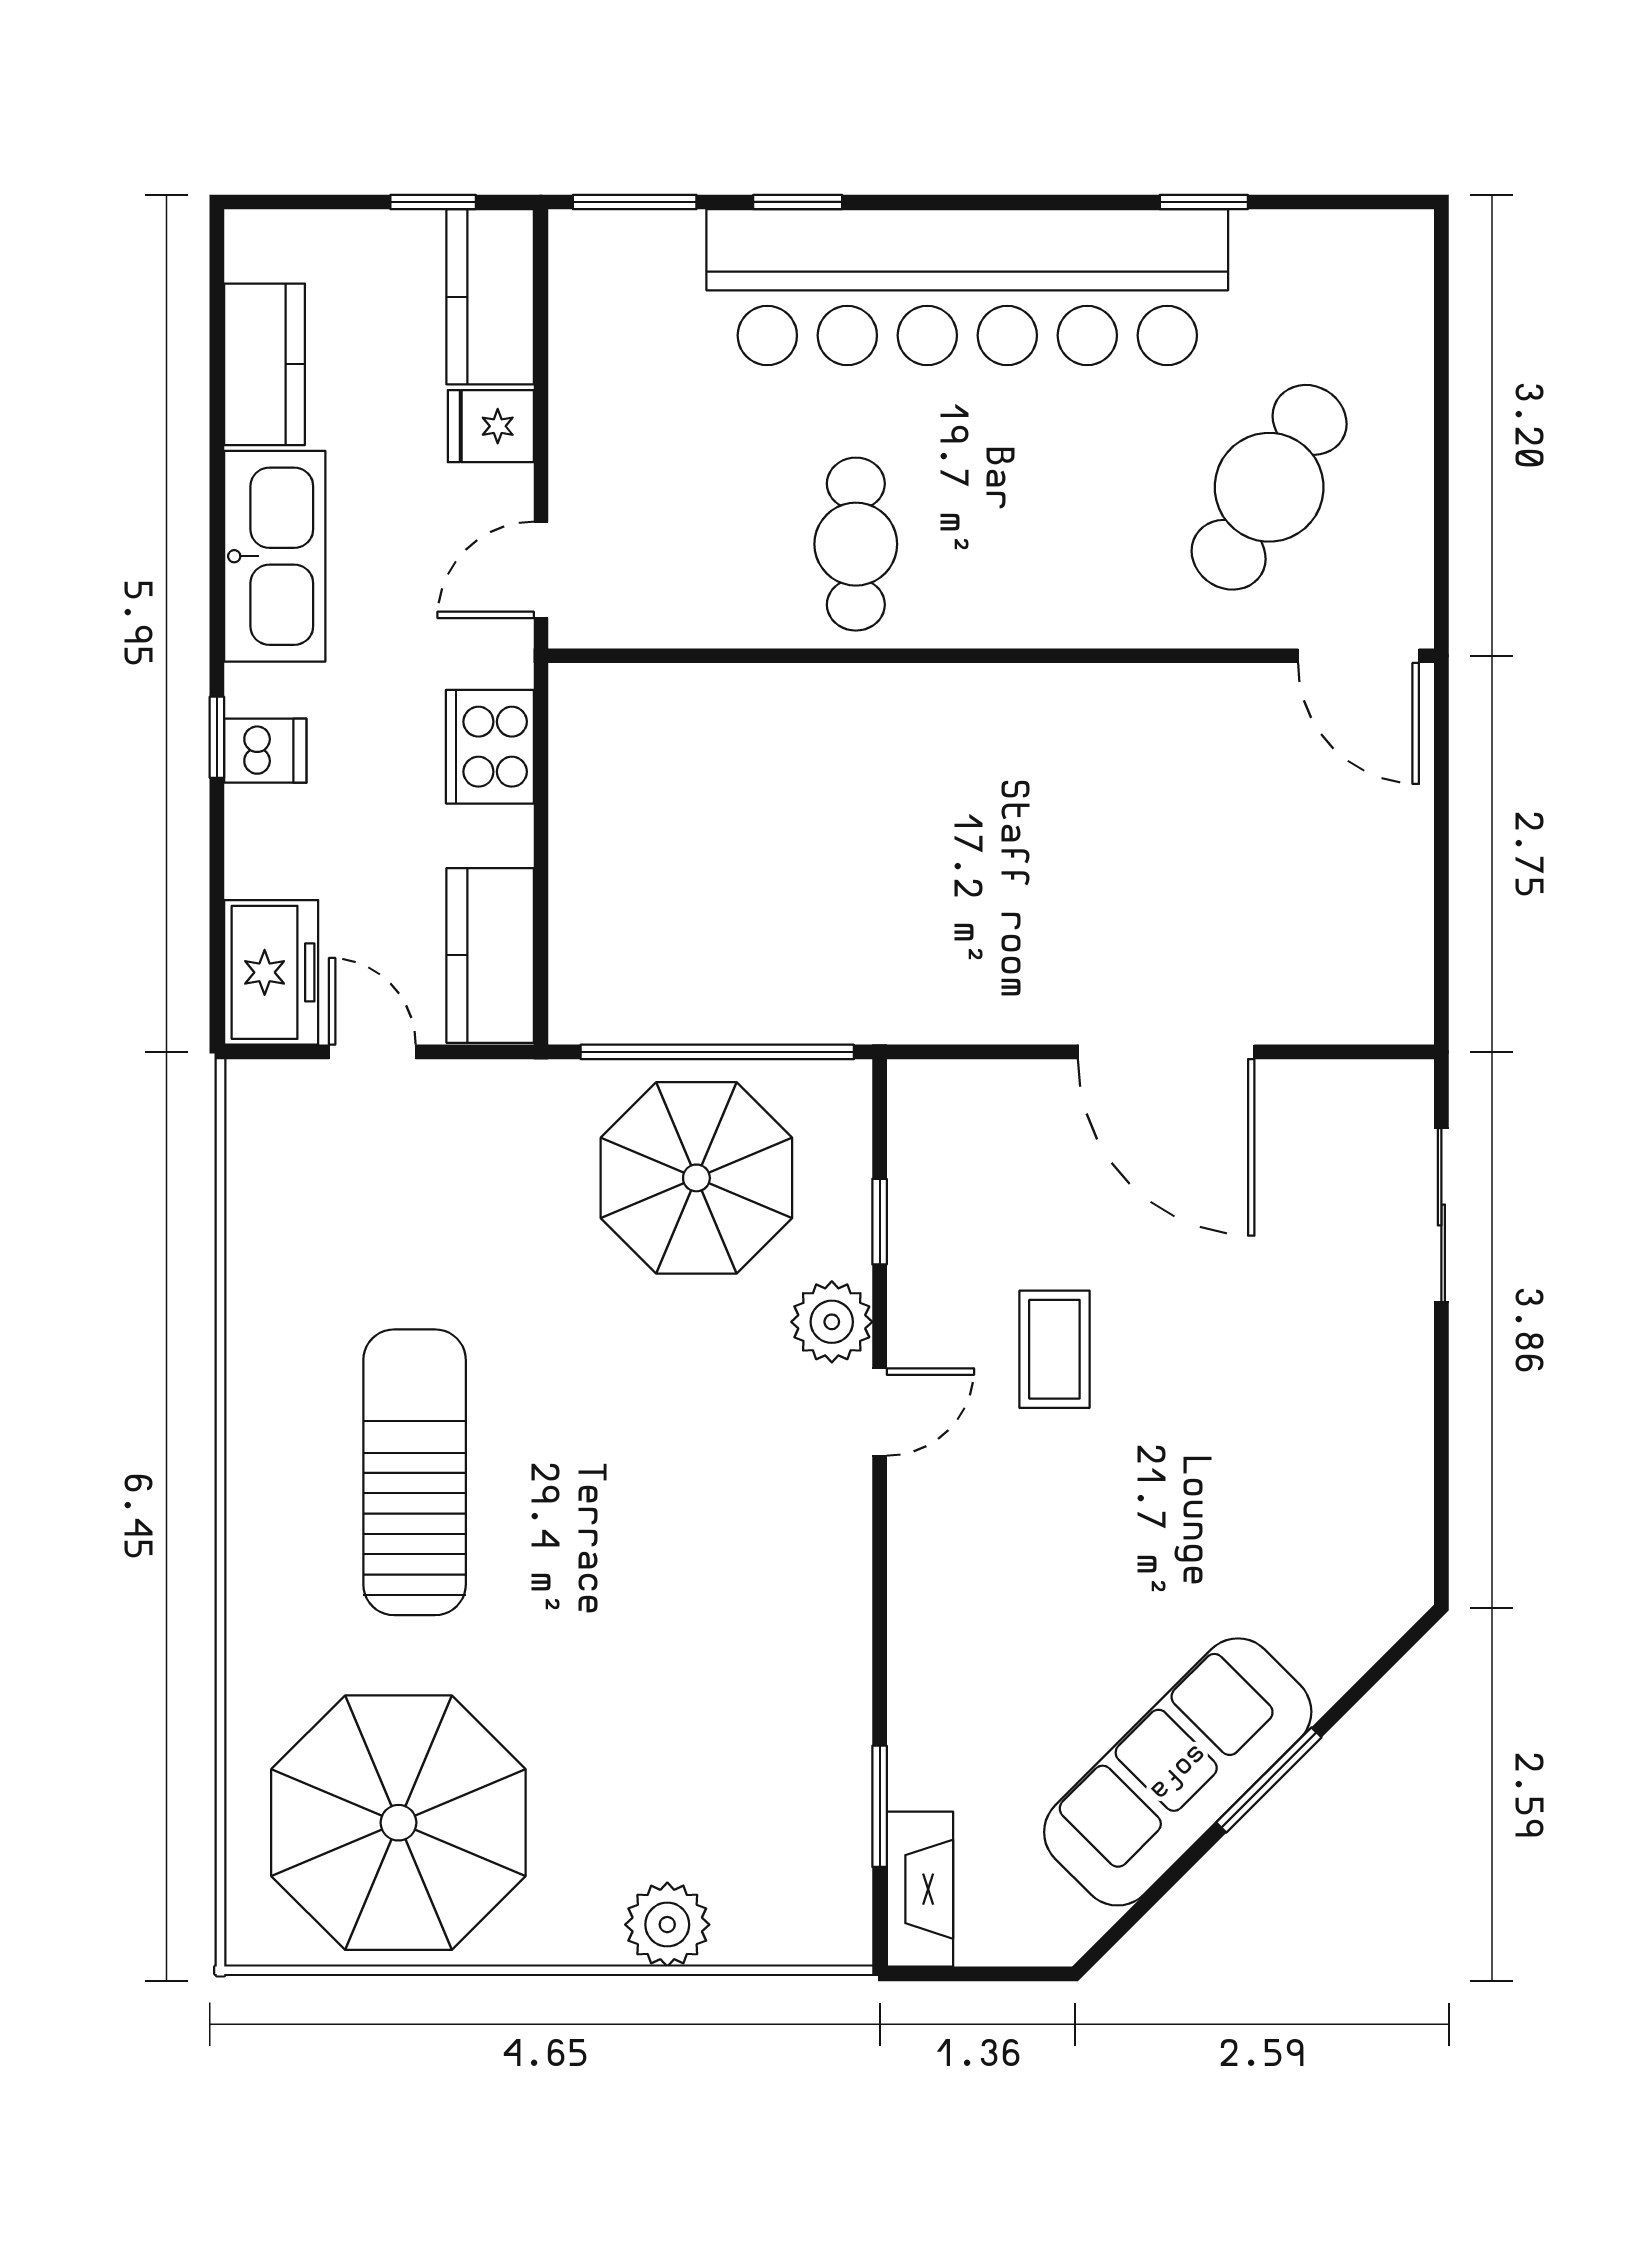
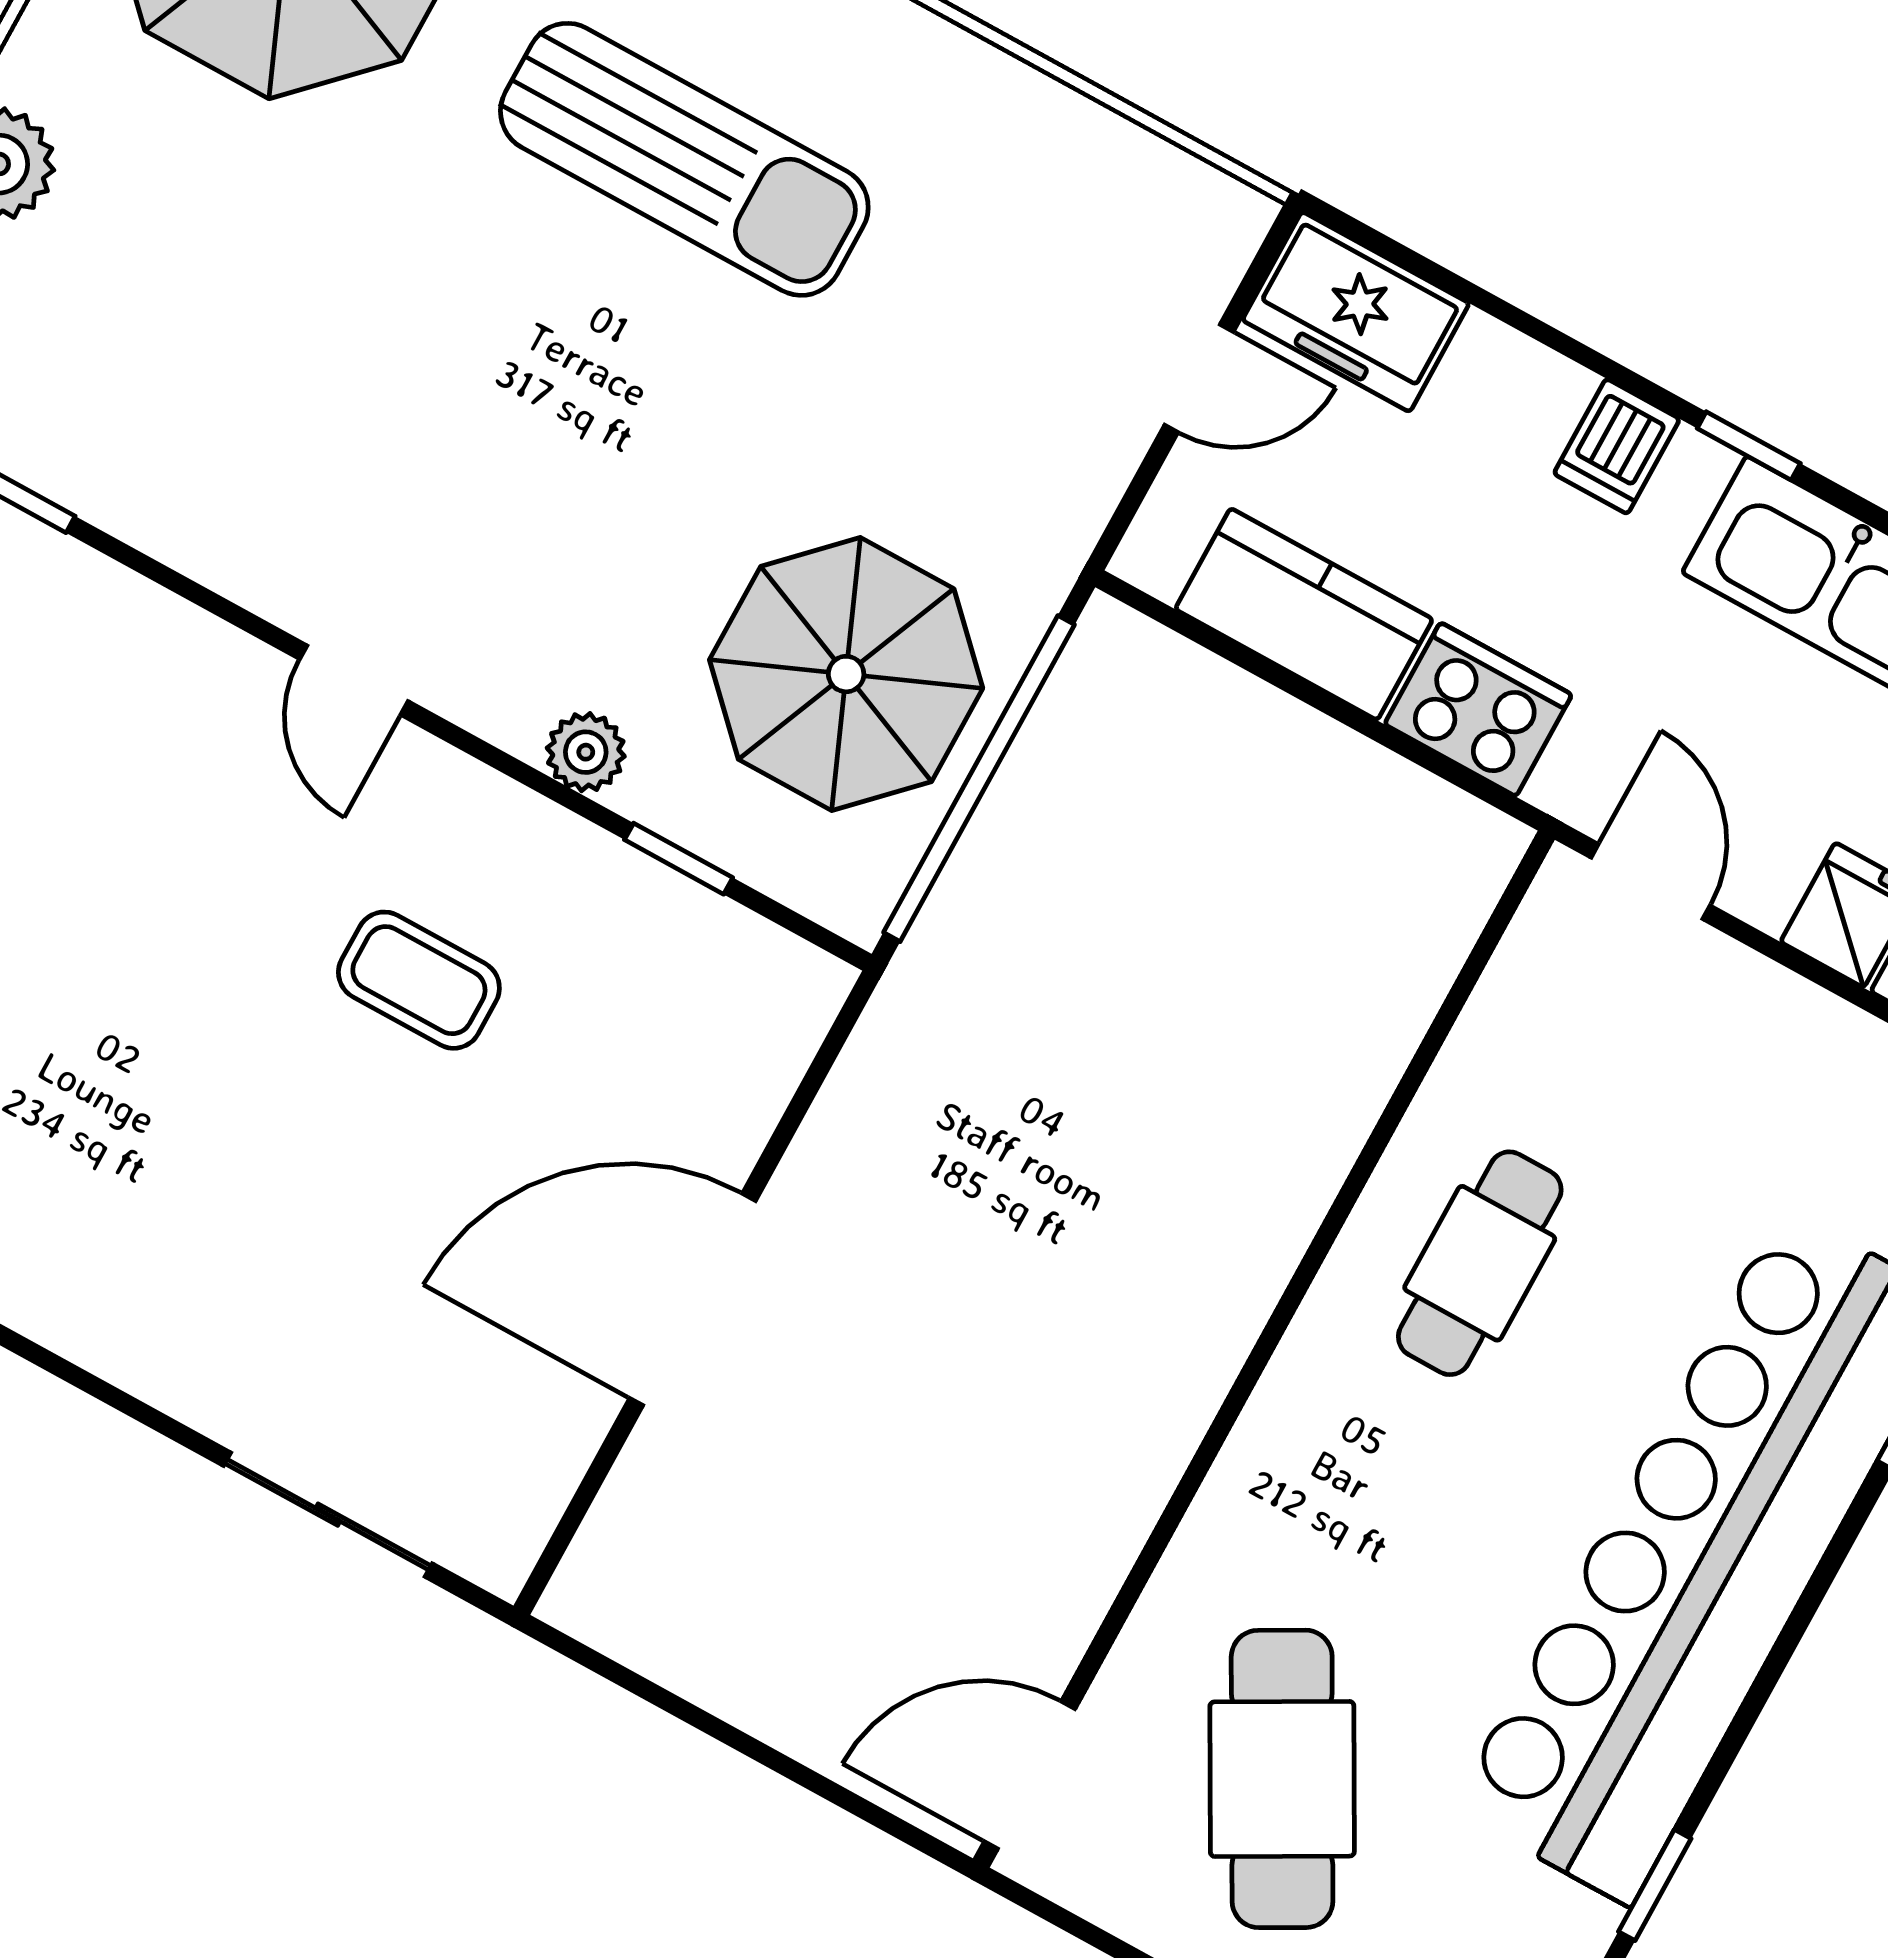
cafe table: (1269, 487) -> (1282, 1779), turned 30
cafe table: (856, 544) -> (1480, 1263), turned 90
window: (217, 737) -> (1749, 446), moved
kitchen counter: (490, 955) -> (1304, 614), moved
plant: (832, 1322) -> (586, 752), width x0.73, depth x0.73
door: (880, 1412) -> (354, 680), moved

